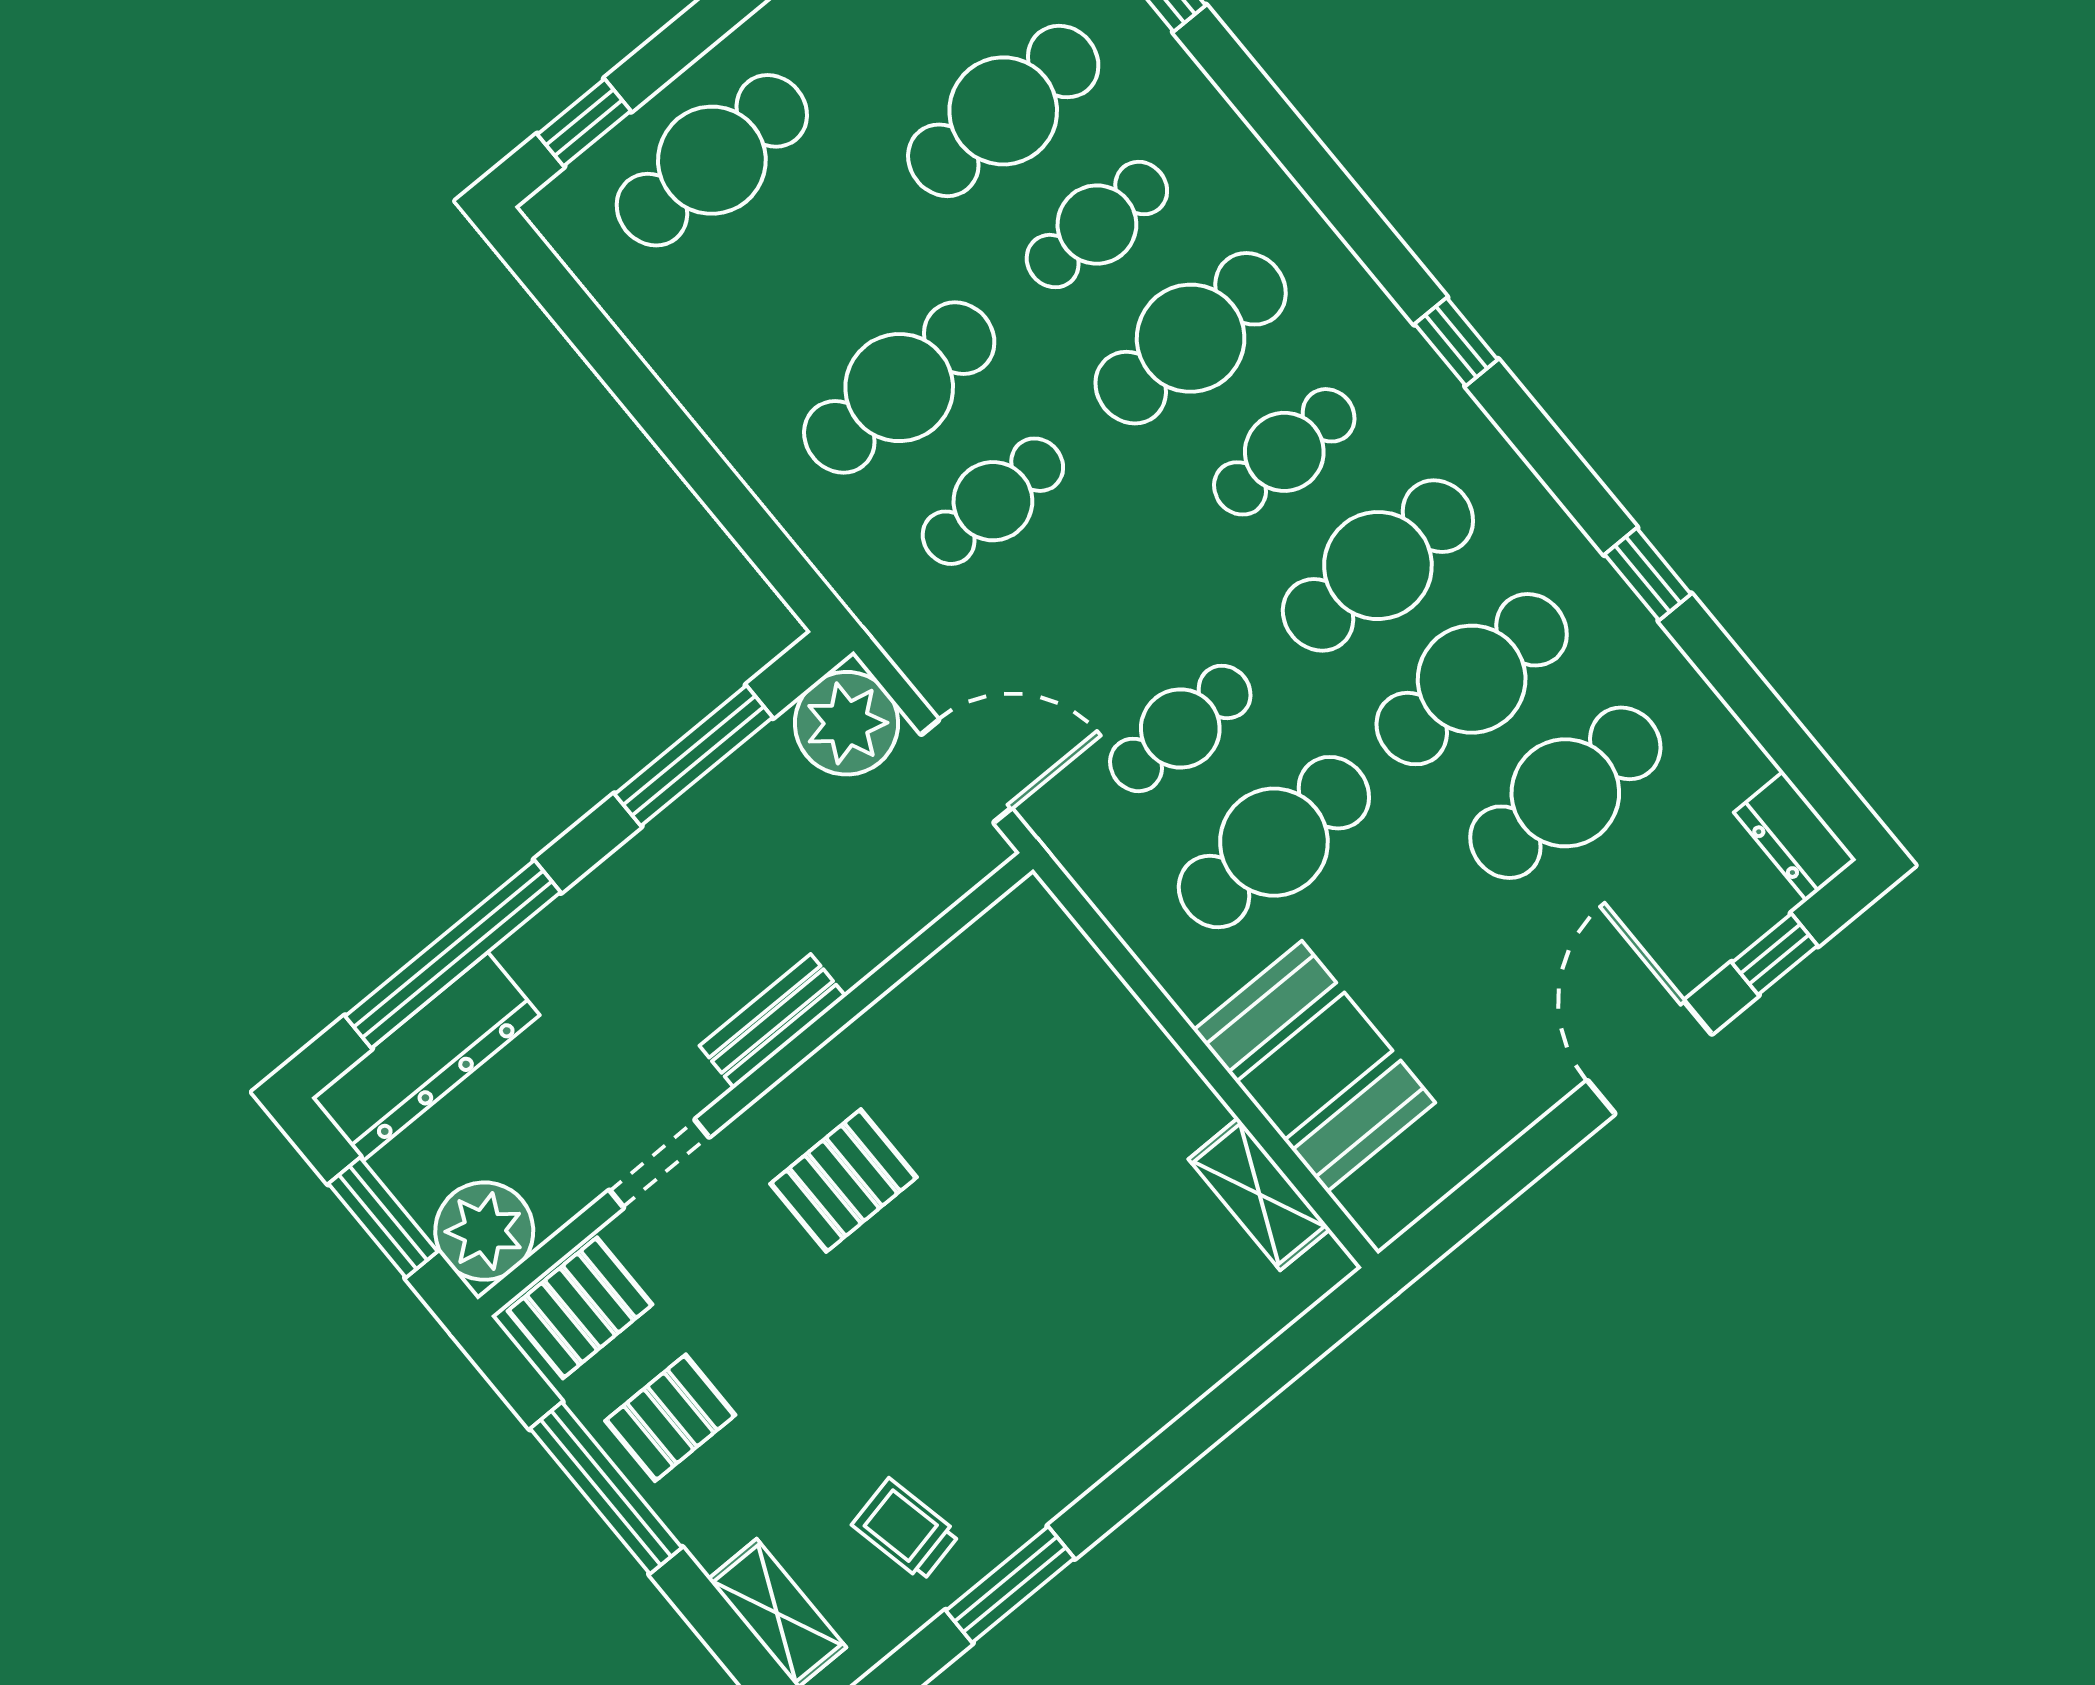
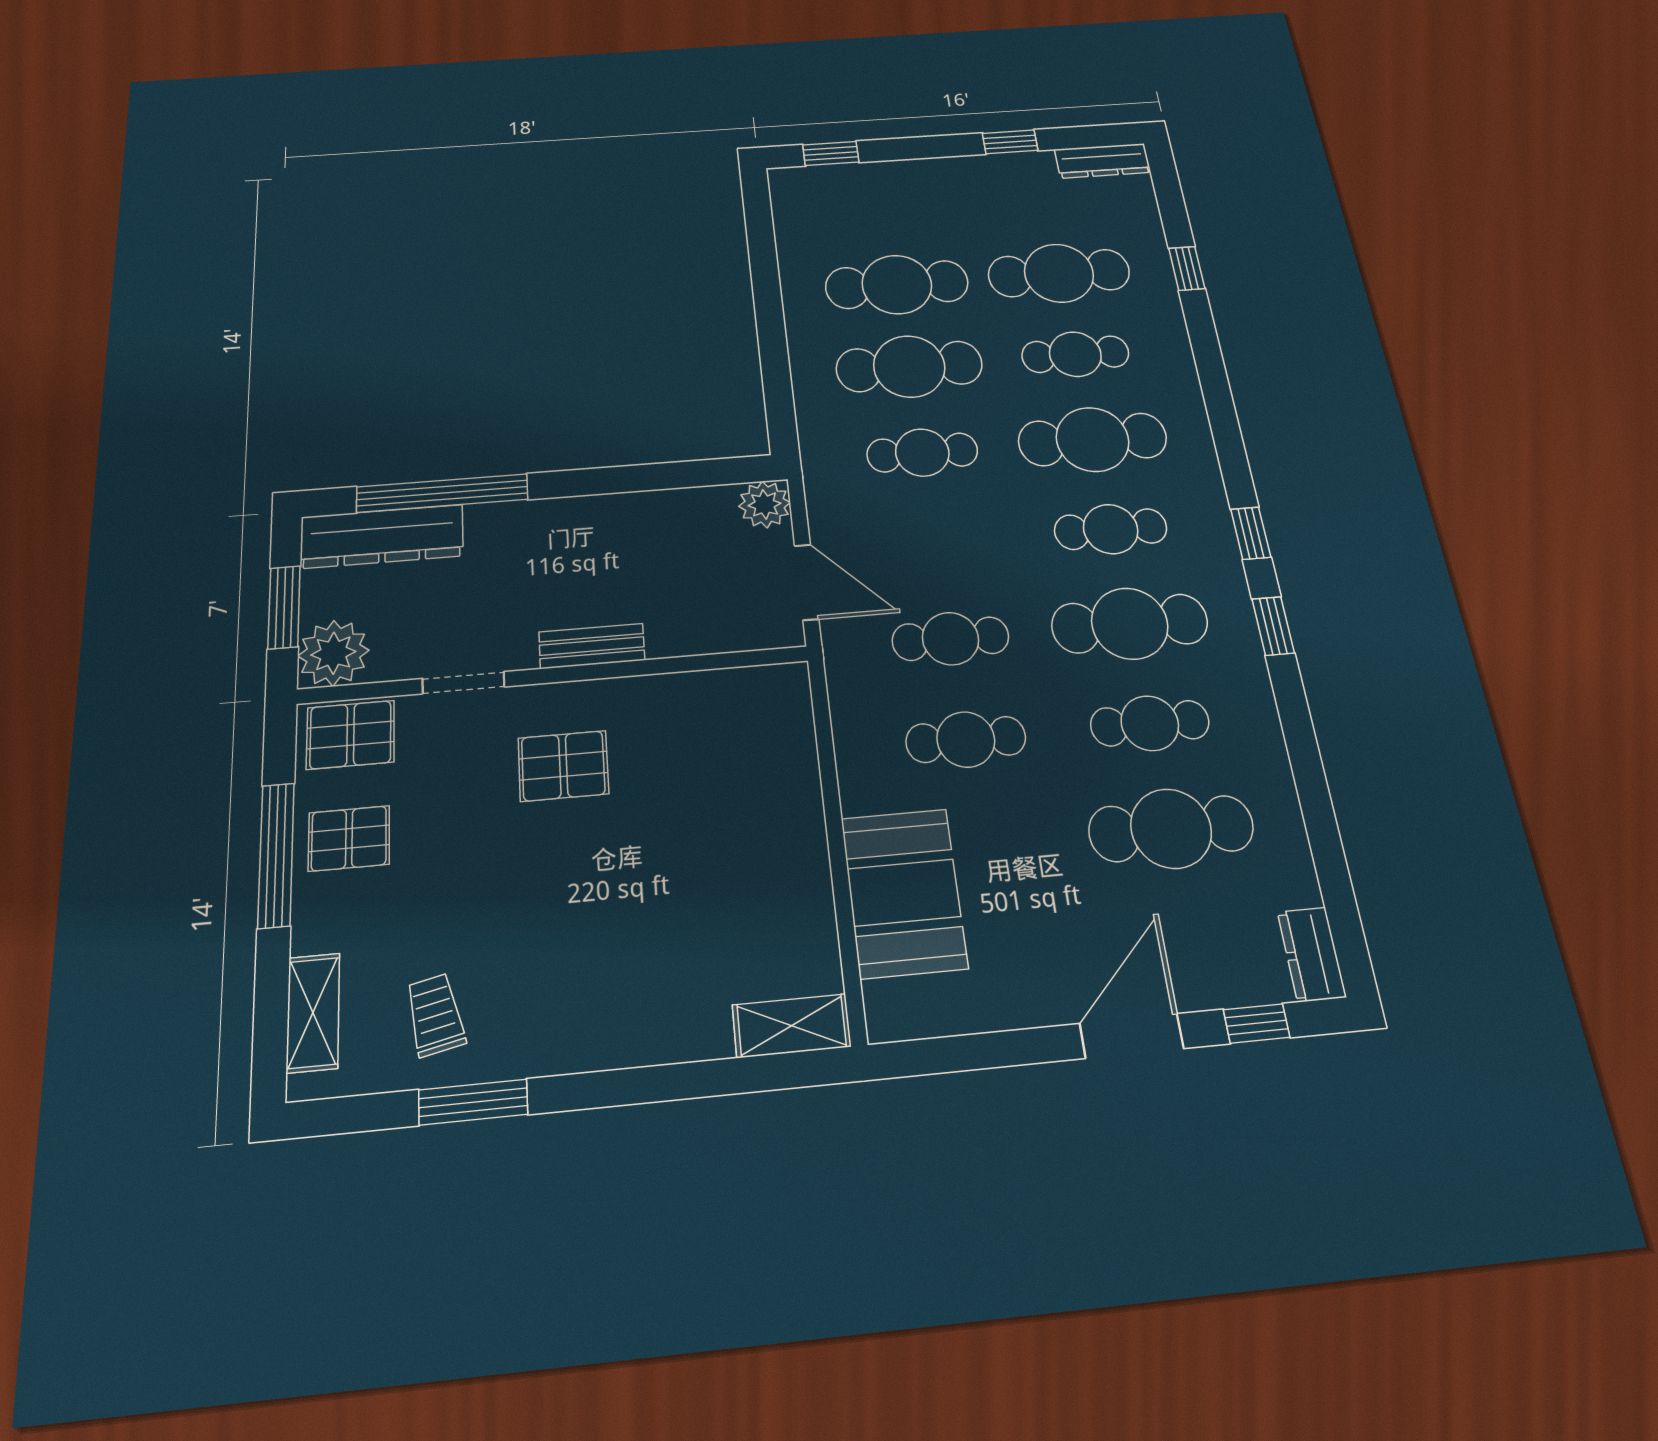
cafe table: (712, 160) -> (897, 285), moved
window: (1648, 574) -> (1273, 626), moved
cafe table: (1472, 679) -> (1150, 723), width x0.73, depth x0.74
plant: (846, 723) -> (765, 504), width x0.73, depth x0.73
window: (694, 756) -> (657, 477), removed
cafe table: (1274, 842) -> (966, 739), width x0.73, depth x0.74
shelving: (1259, 1194) -> (792, 1026), moved, turned 90

